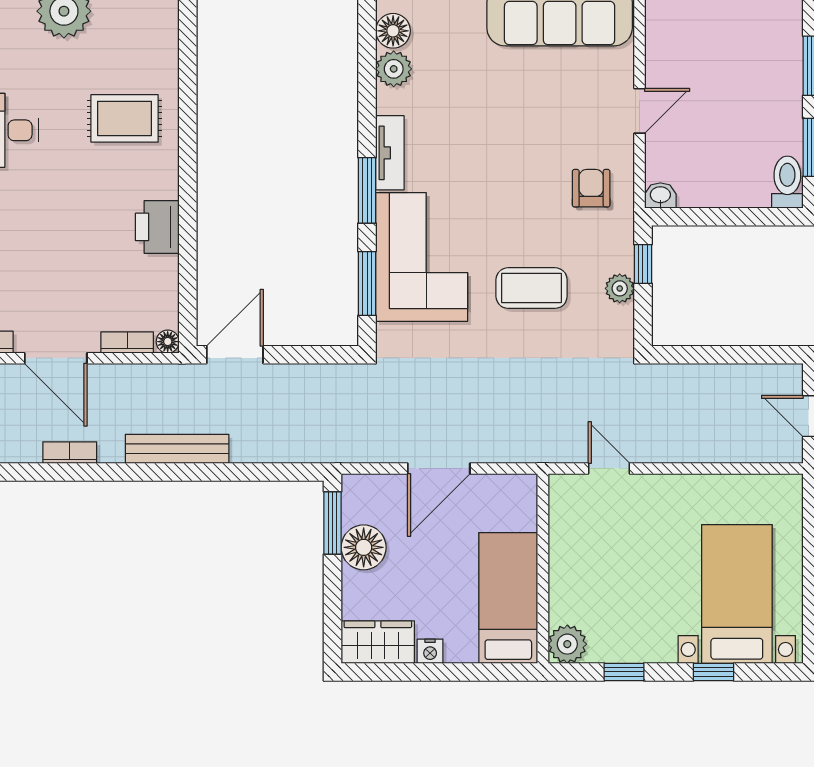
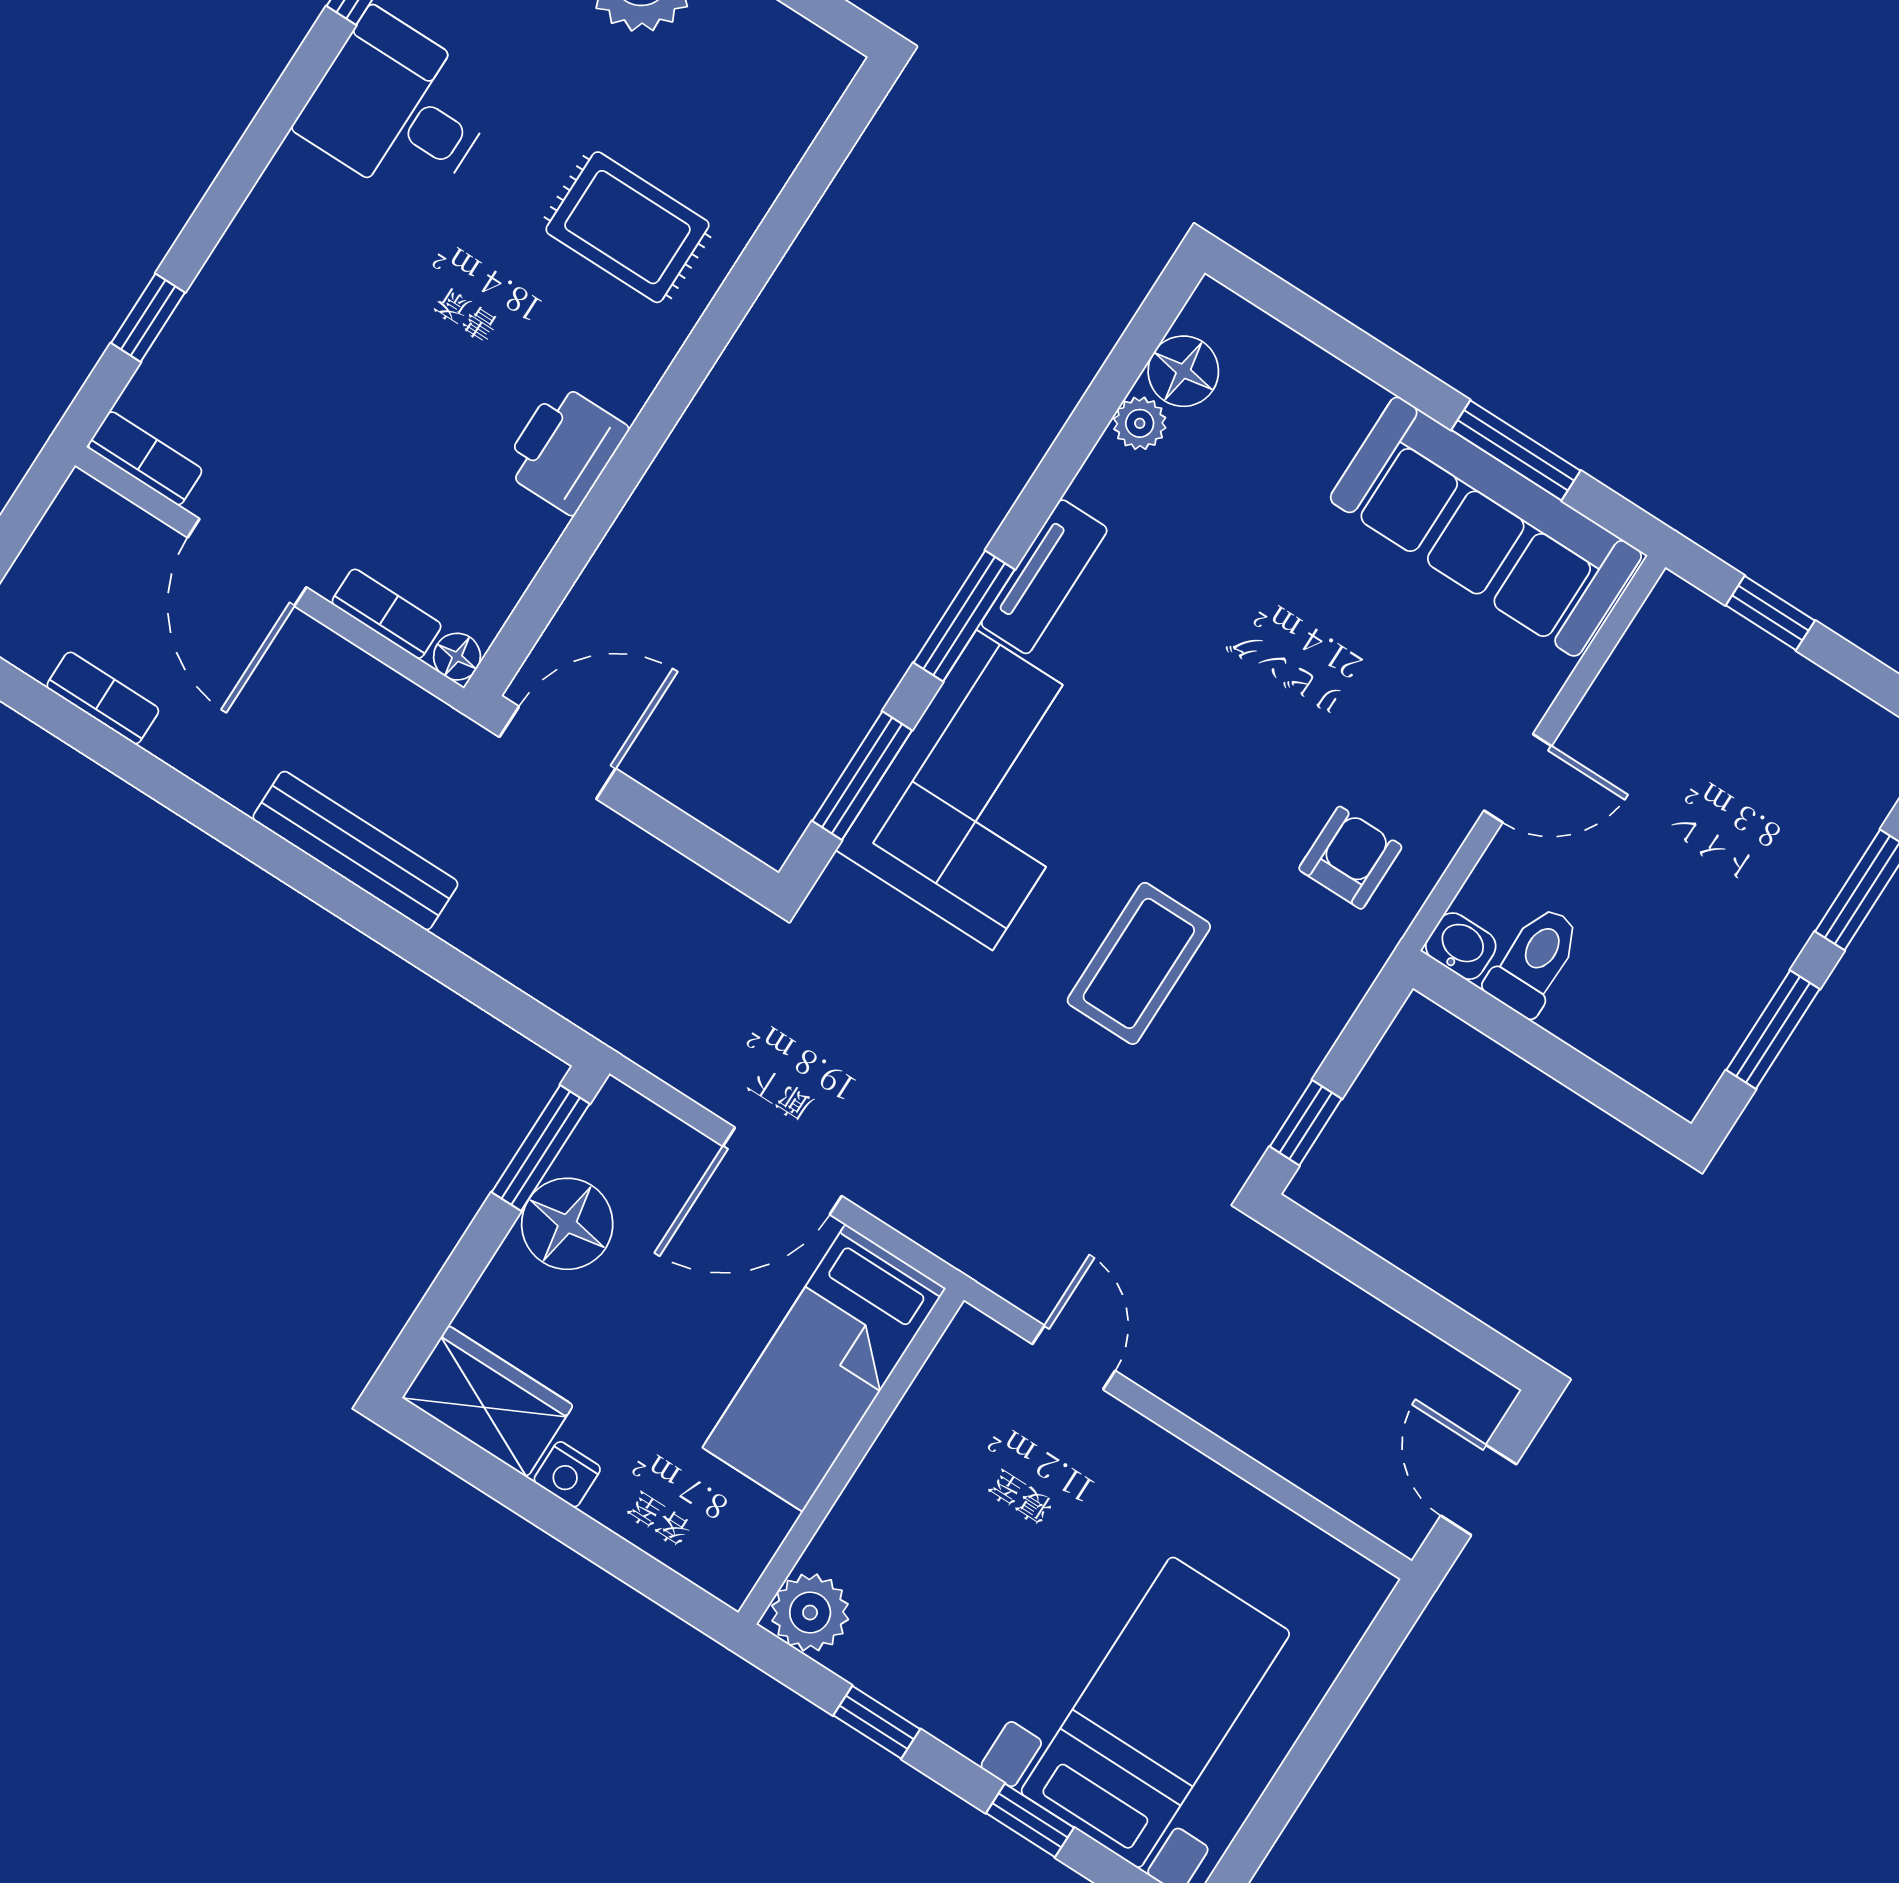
plant: (394, 69) -> (1140, 423), width x0.73, depth x0.73
toilet: (787, 182) -> (1534, 961), moved
window: (643, 264) -> (1306, 1123), moved
coffee table: (532, 288) -> (1139, 963), turned 90
plant: (620, 288) -> (1289, 1061), removed
bookcase: (70, 453) -> (103, 698), moved
bed: (508, 598) -> (824, 1368), moved, turned 180

